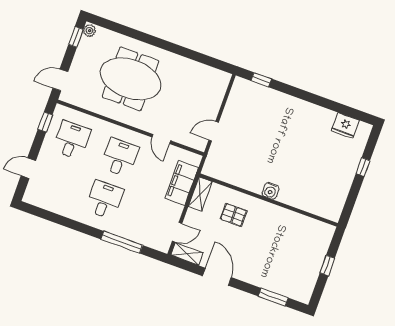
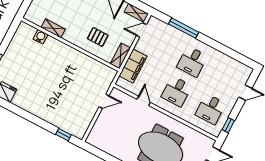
water cooler: (270, 191) -> (40, 37), moved
shelving: (294, 218) -> (53, 28), added

